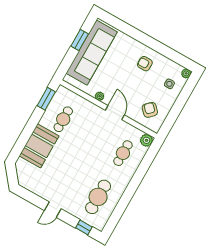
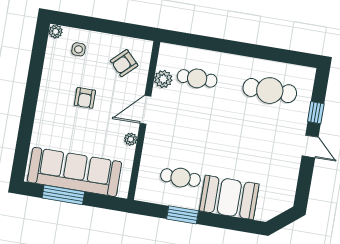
window: (80, 40) -> (63, 195), width x1.44
armchair: (145, 64) -> (85, 98), moved
window: (46, 99) -> (182, 215), moved
plant: (146, 140) -> (163, 79), moved
window: (84, 227) -> (316, 113), moved

